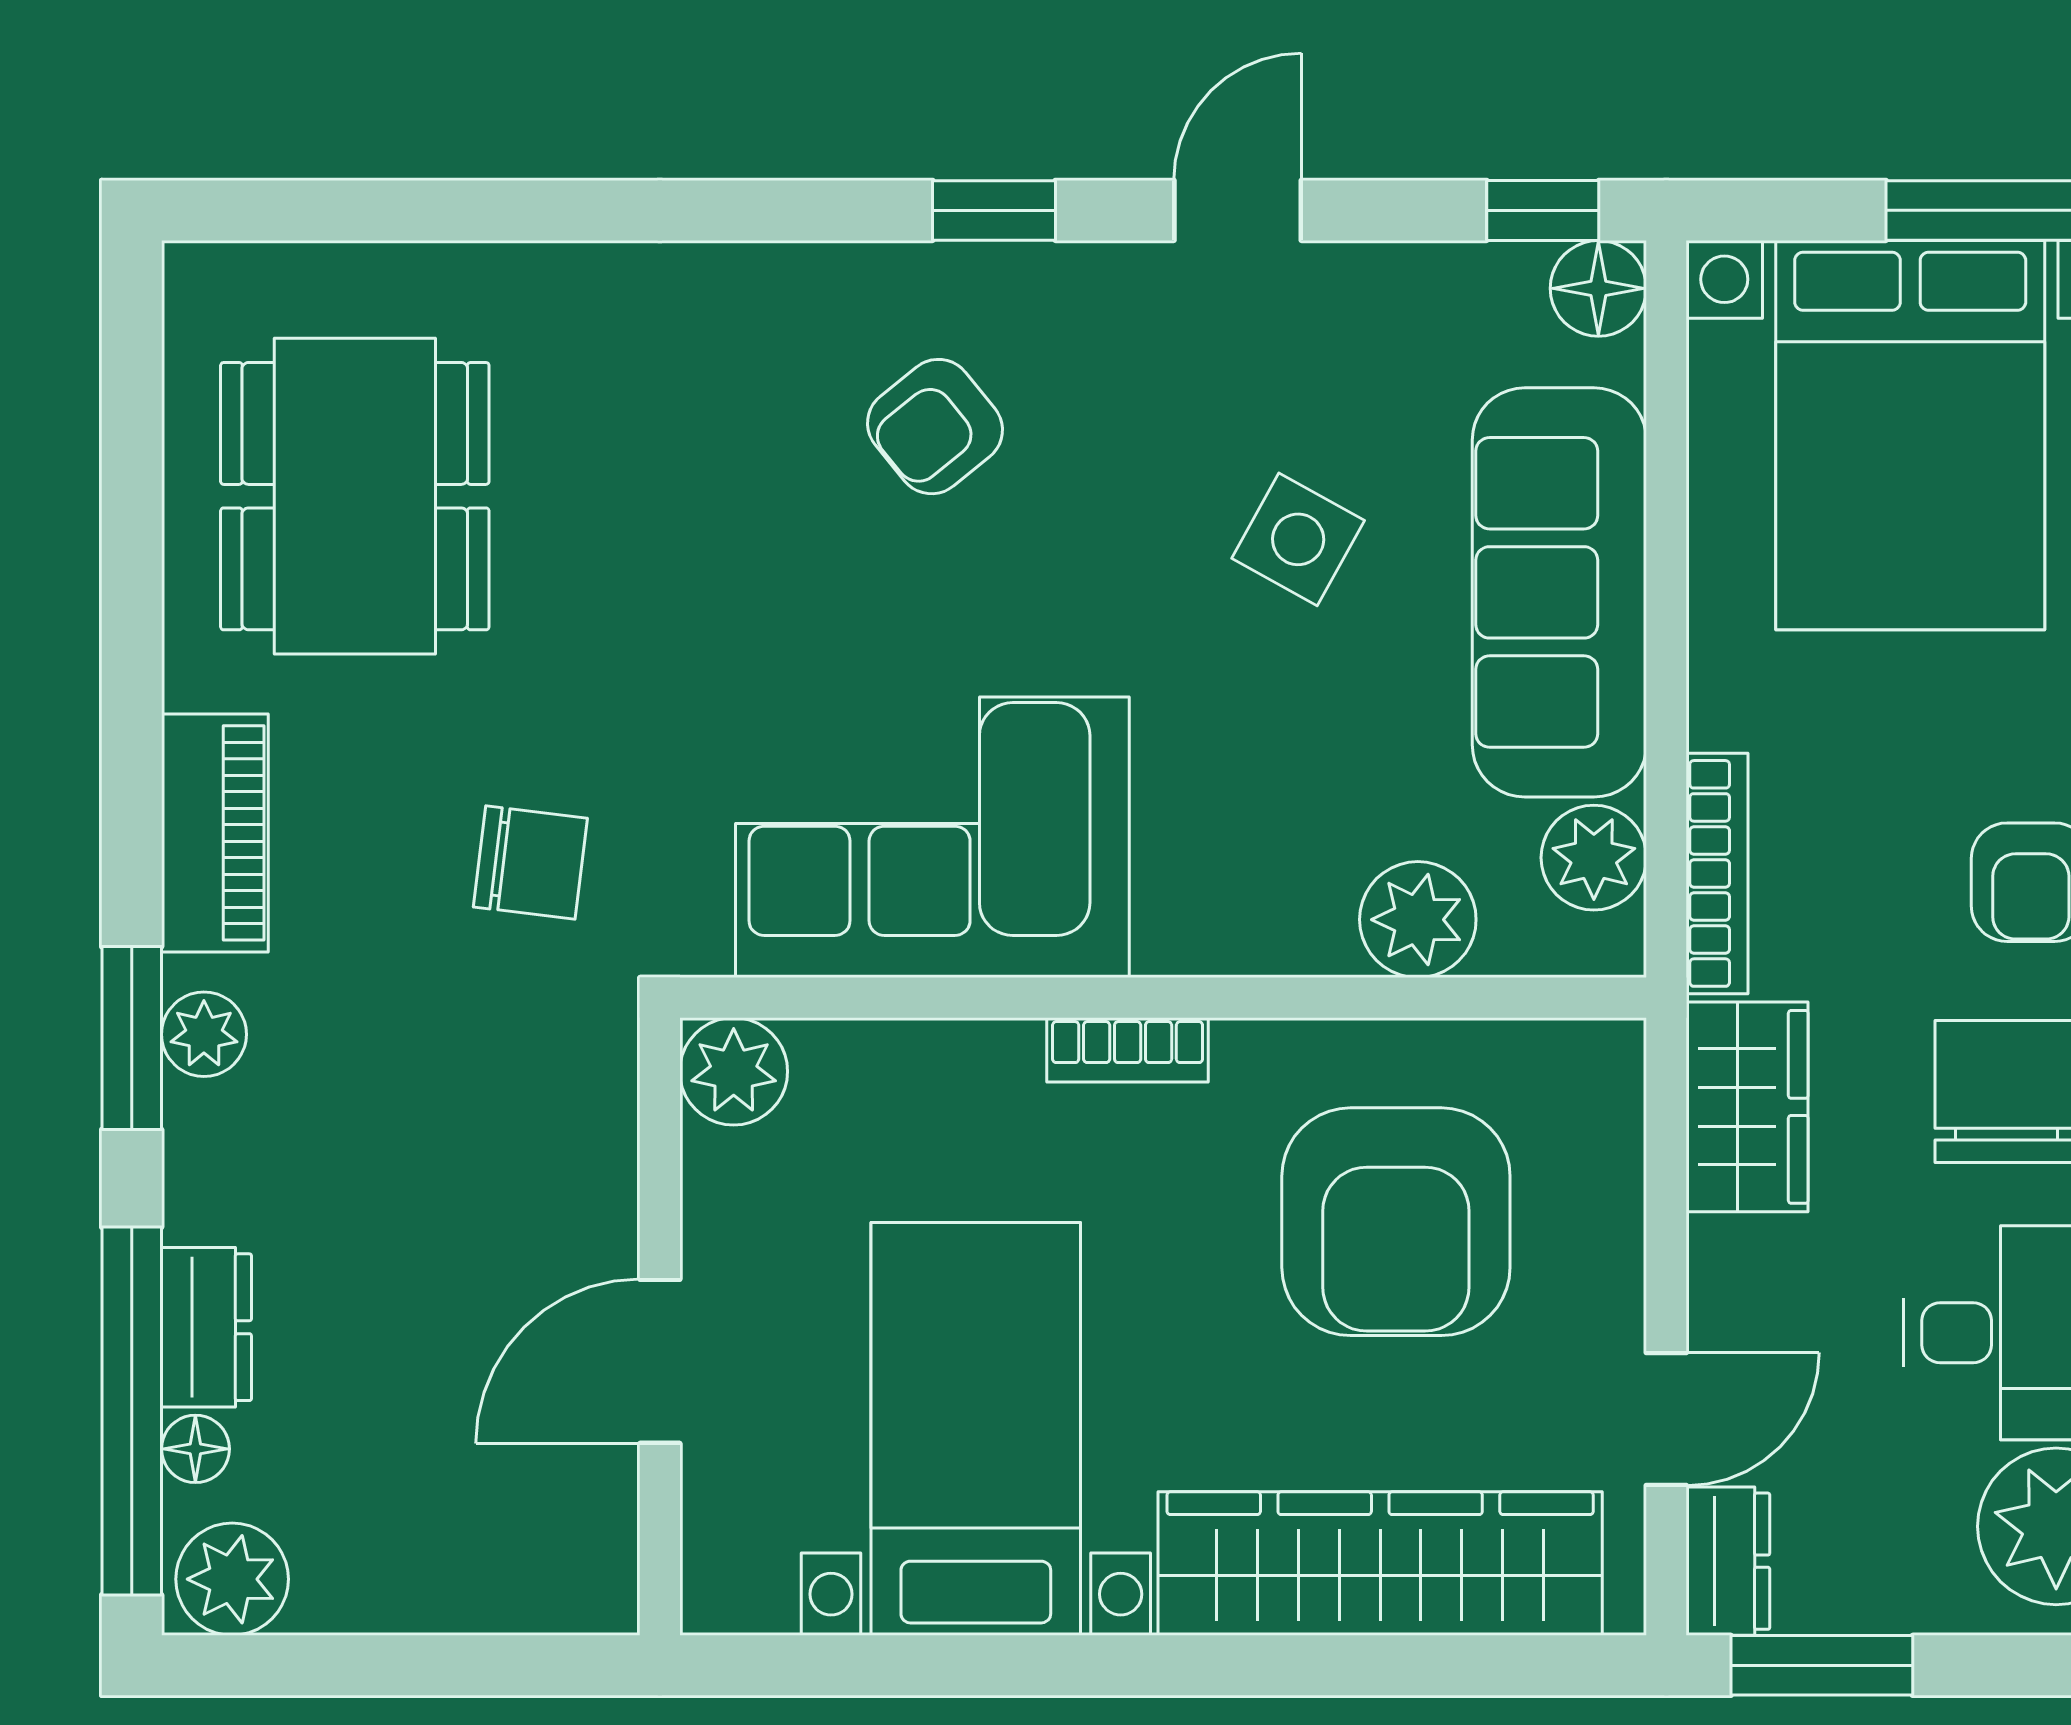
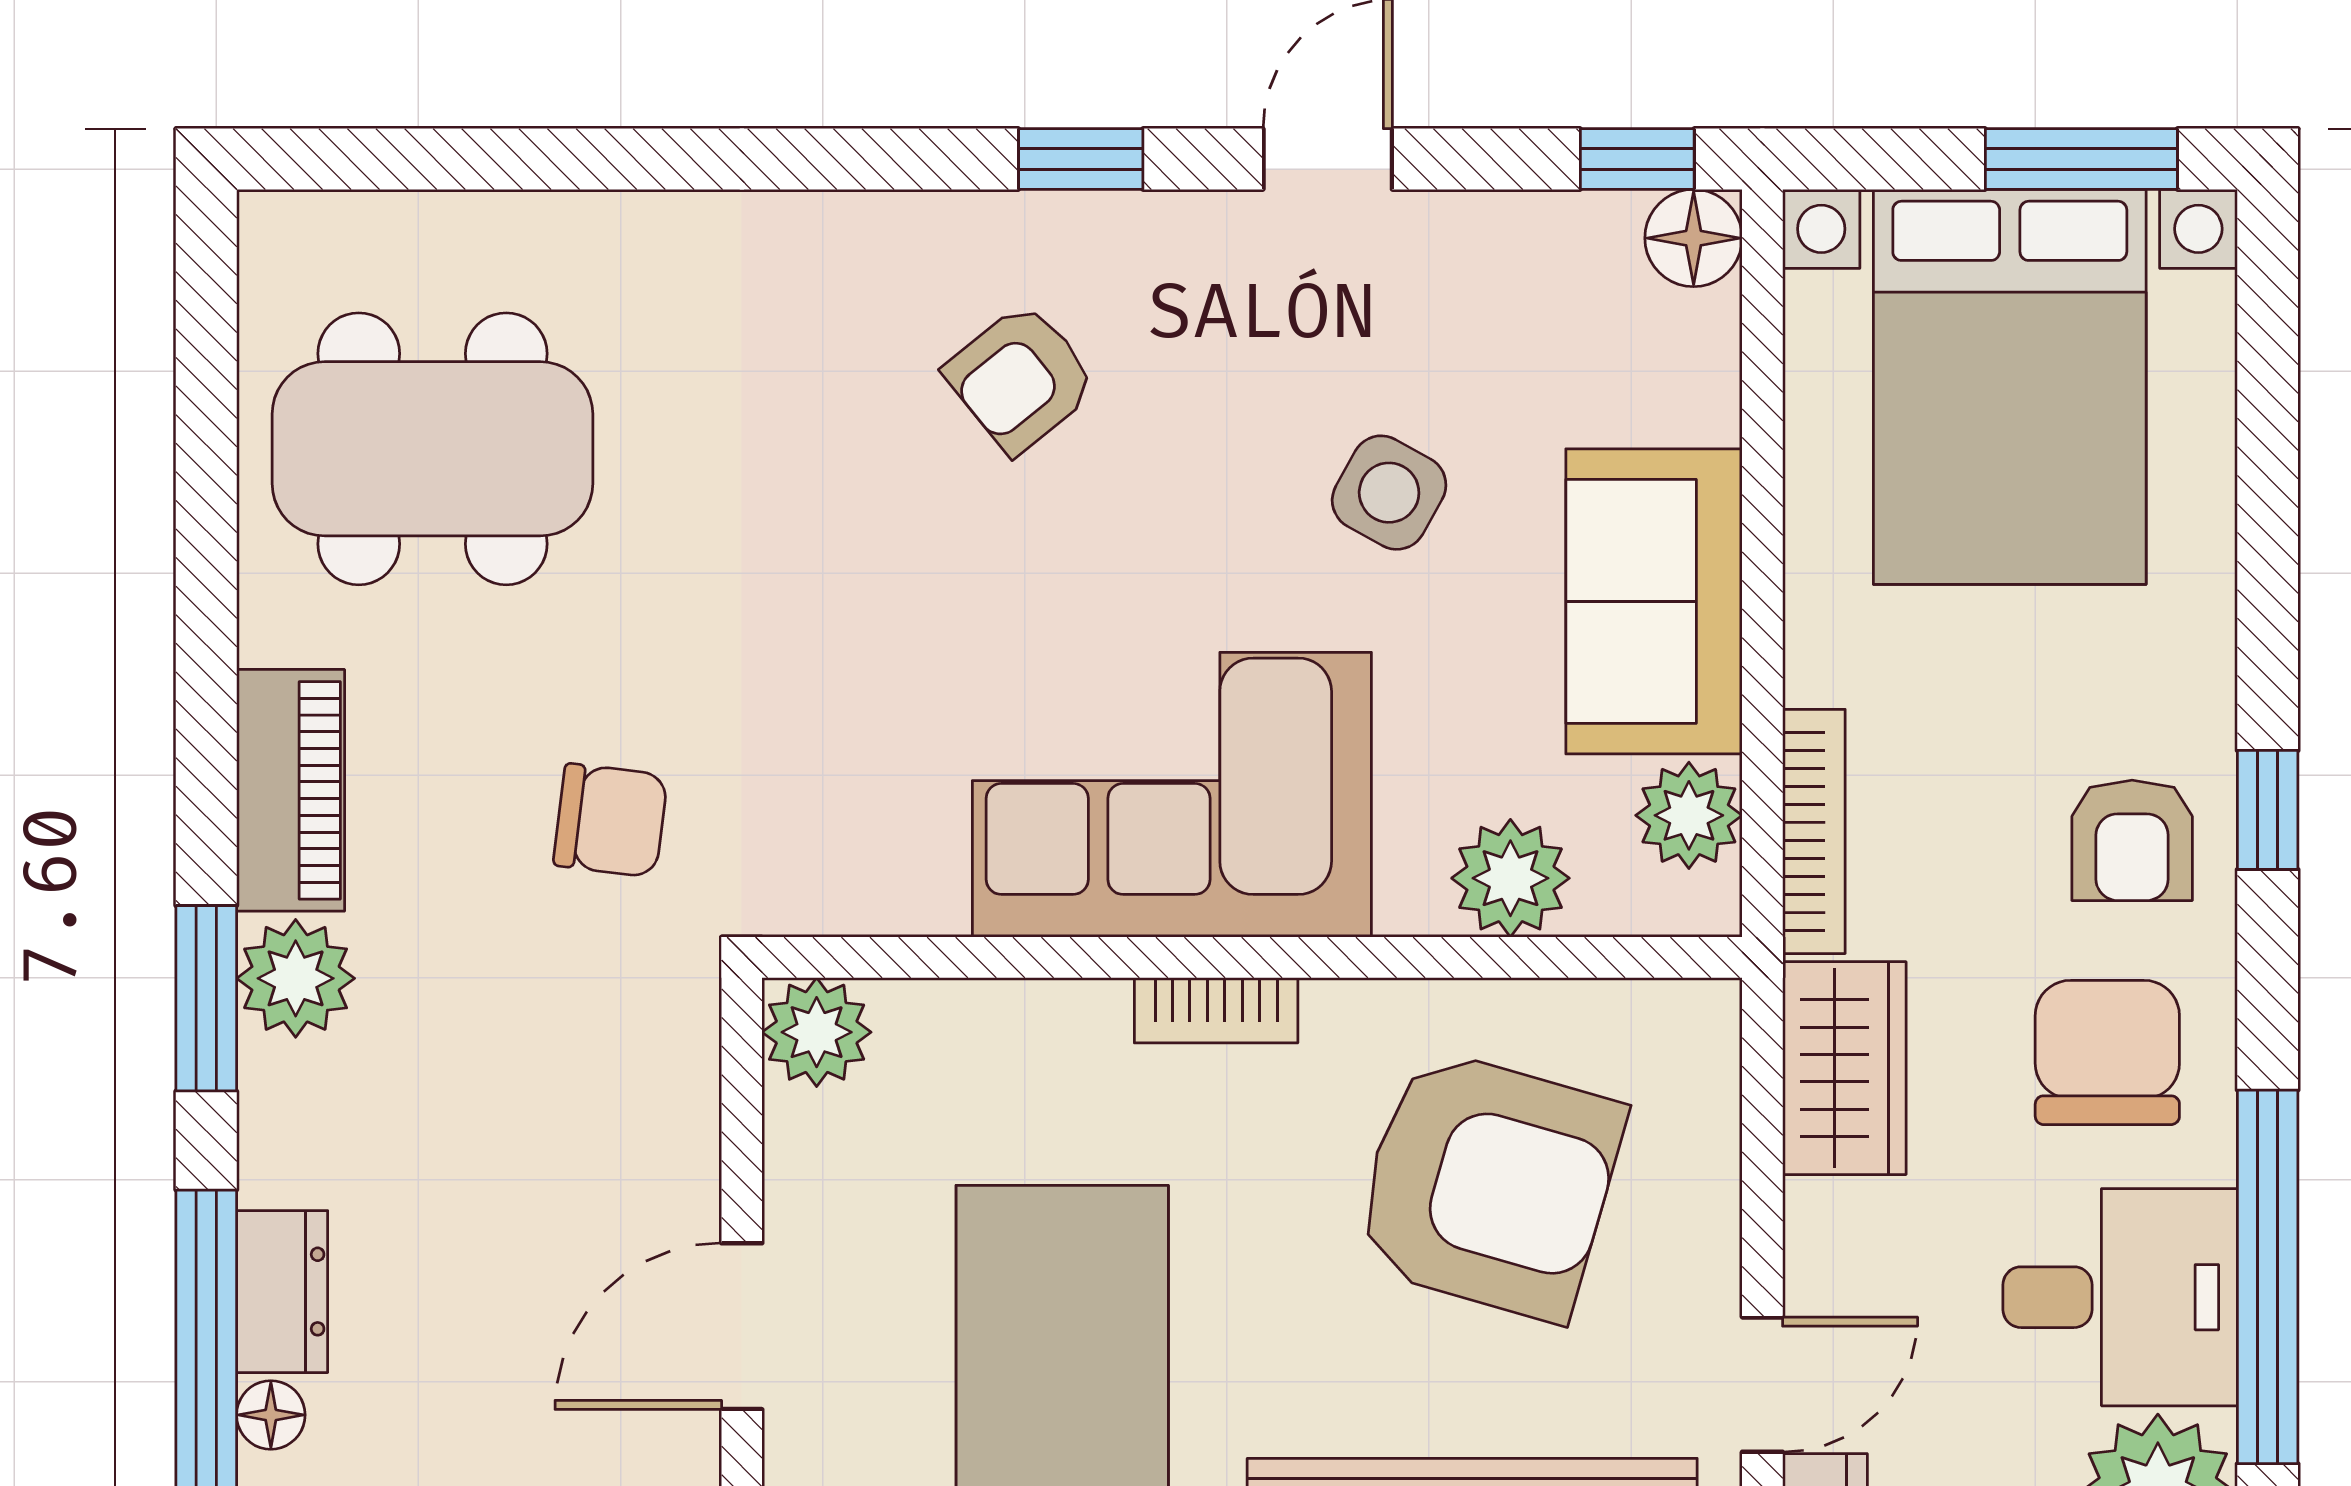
dining table: (355, 496) -> (432, 449), turned 90
sofa: (1559, 592) -> (1654, 601), width x0.73
corner sofa: (932, 837) -> (1172, 795), moved
plant: (204, 1034) -> (296, 978), width x1.38, depth x1.38
armchair: (1396, 1222) -> (1488, 1185), turned -74

